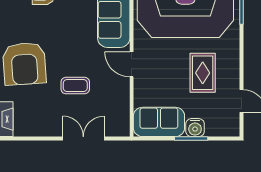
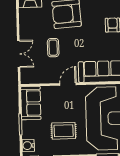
water cooler: (195, 128) -> (28, 146), moved

